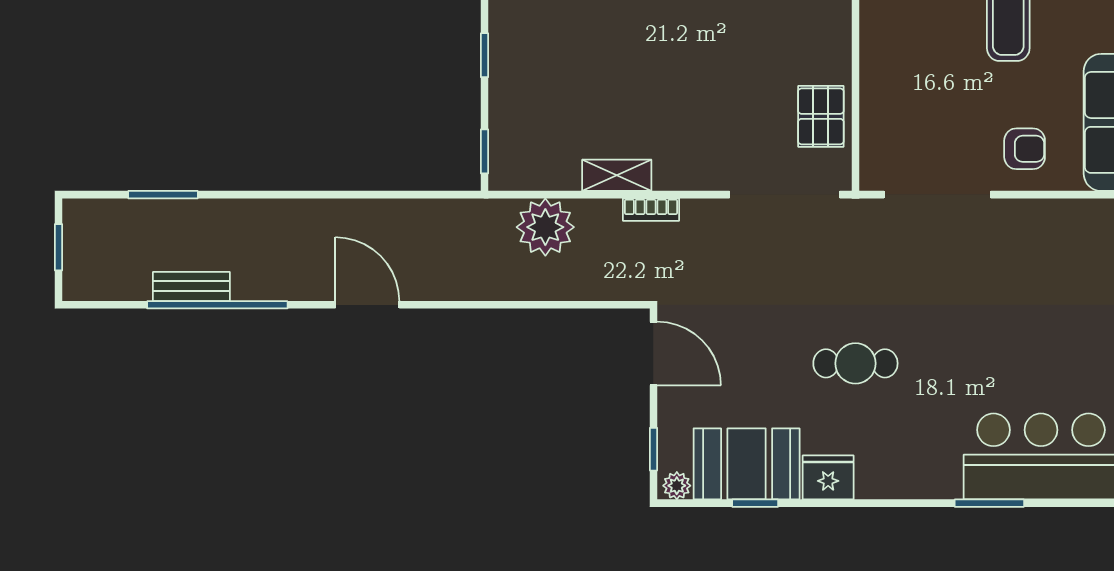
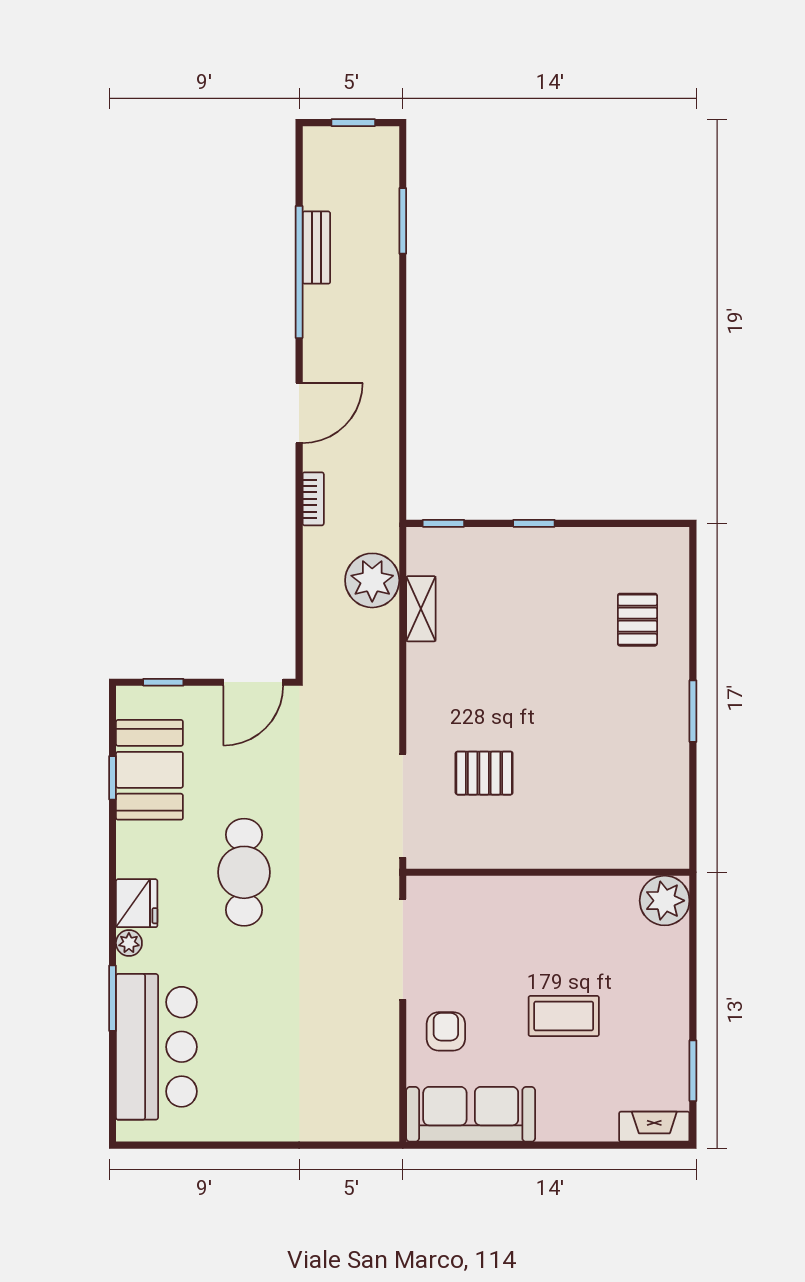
pallet: (821, 116) -> (484, 773), moved
armchair: (1025, 149) -> (446, 1031), turned 180
shelving: (617, 175) -> (421, 609), moved
bookcase: (651, 210) -> (313, 499), moved, turned 180
cafe table: (855, 363) -> (244, 872), width x1.37, depth x1.35
fridge: (828, 477) -> (137, 903), moved
plant: (677, 486) -> (129, 943), moved

